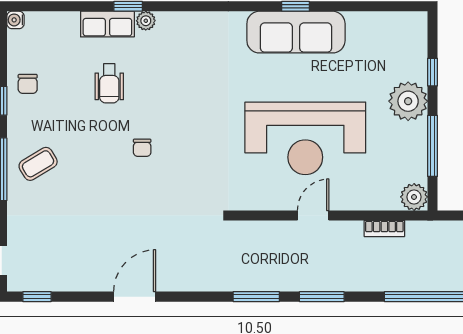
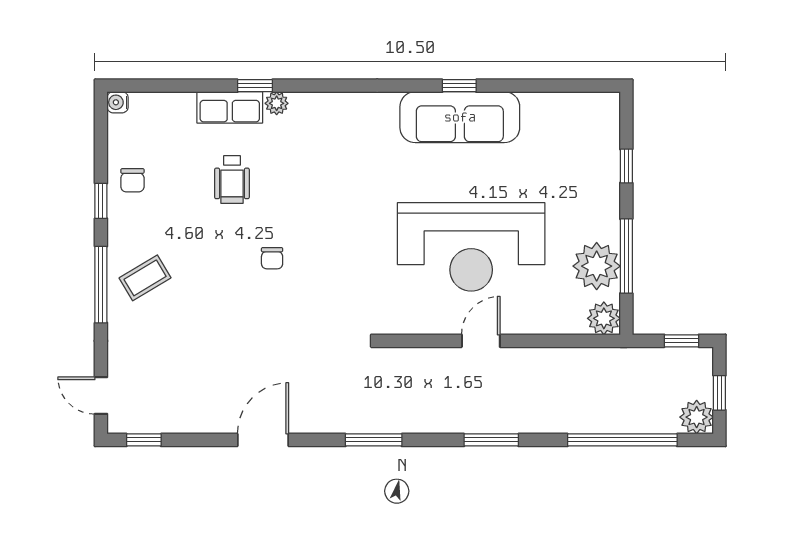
plant: (408, 101) -> (597, 266), moved
bookcase: (384, 228) -> (568, 357), removed
window: (256, 297) -> (374, 440), moved

